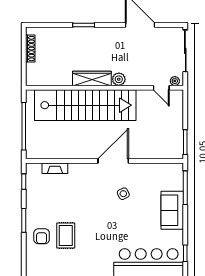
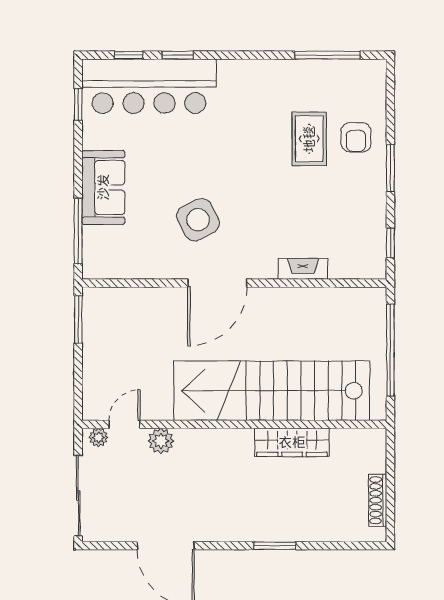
wardrobe: (92, 78) -> (292, 442), moved
plant: (119, 79) -> (161, 441), moved
door: (161, 88) -> (125, 424), hinge flipped
fireplace: (55, 168) -> (303, 269), moved
side table: (123, 194) -> (198, 220), width x1.87, depth x1.87
armchair: (42, 236) -> (356, 137), turned 180

